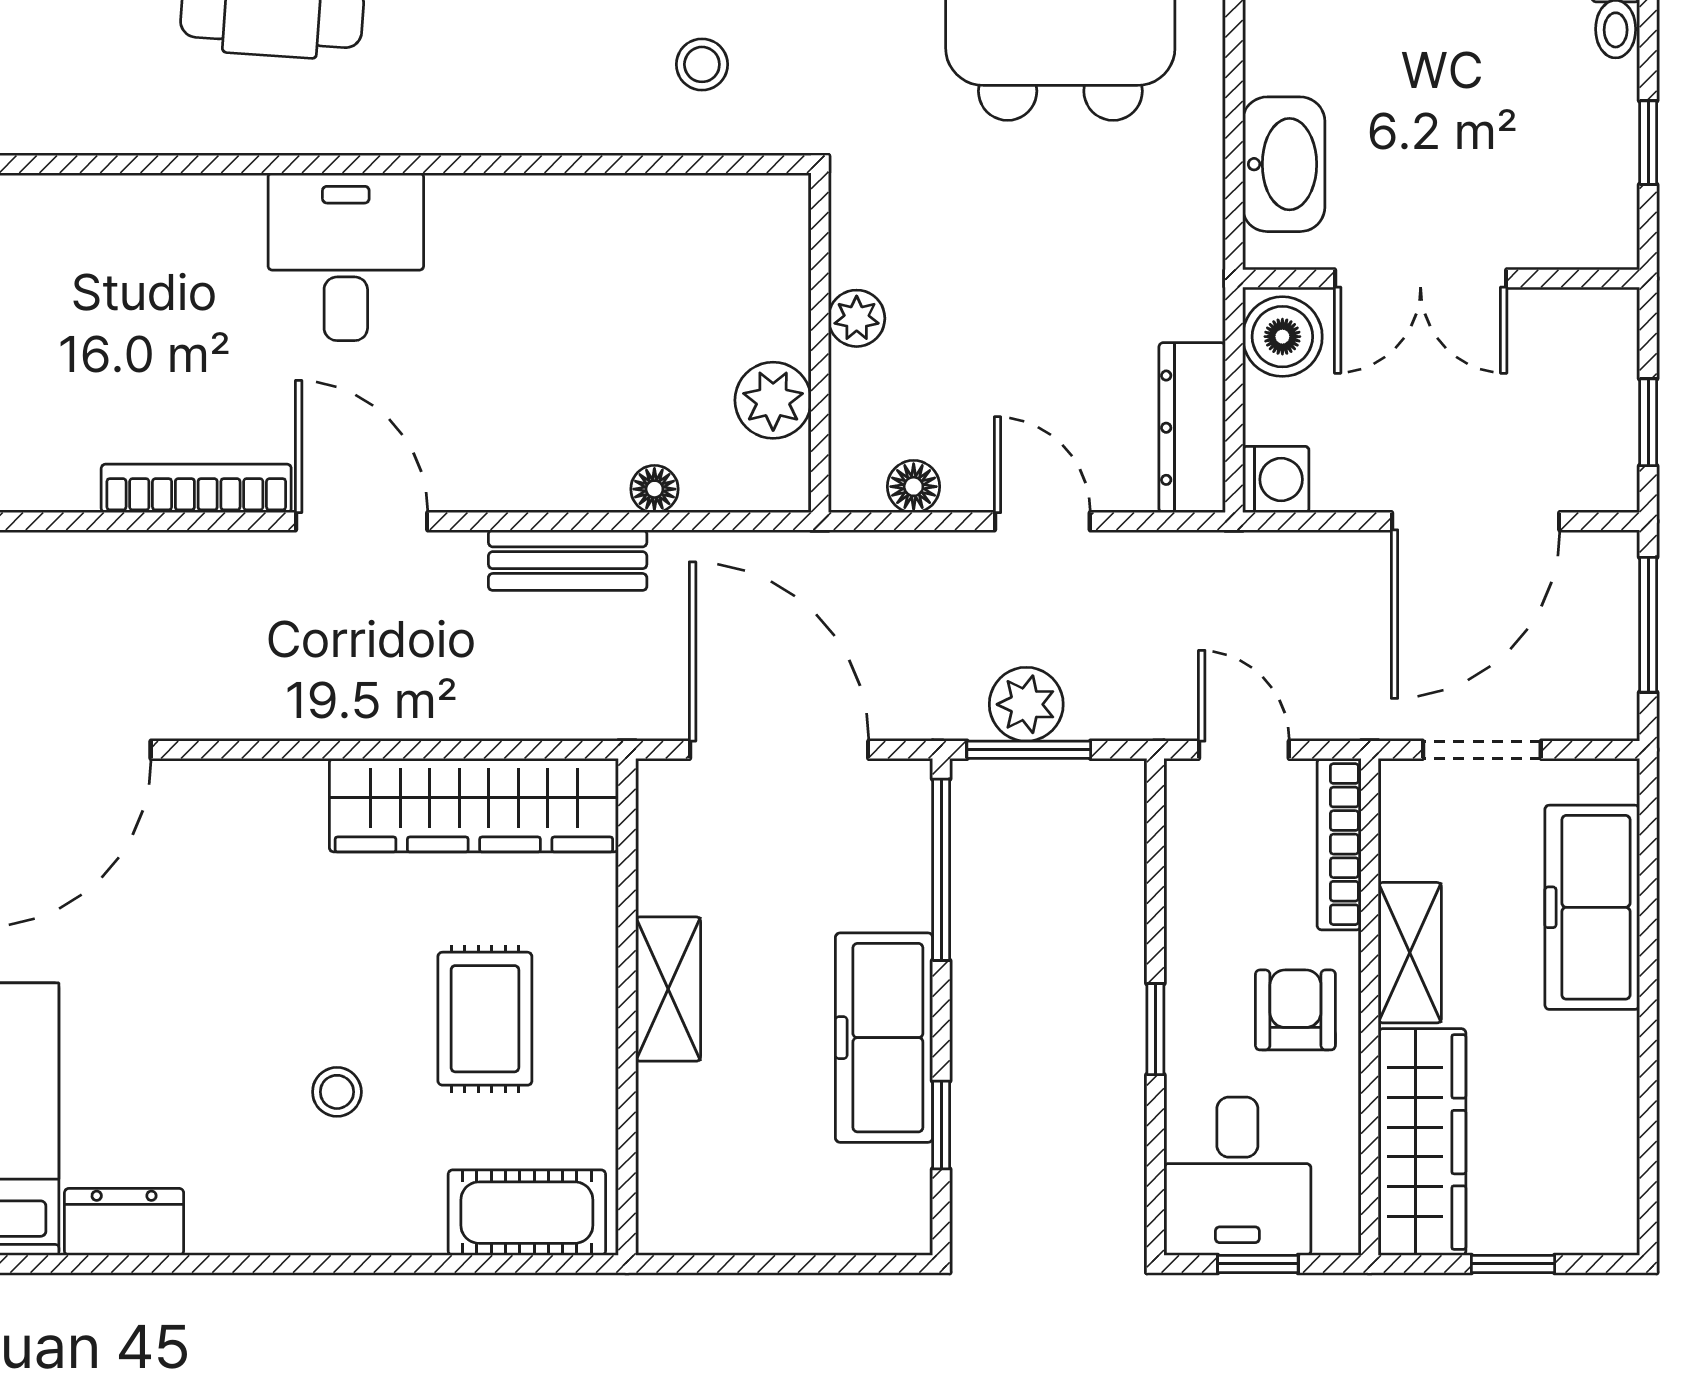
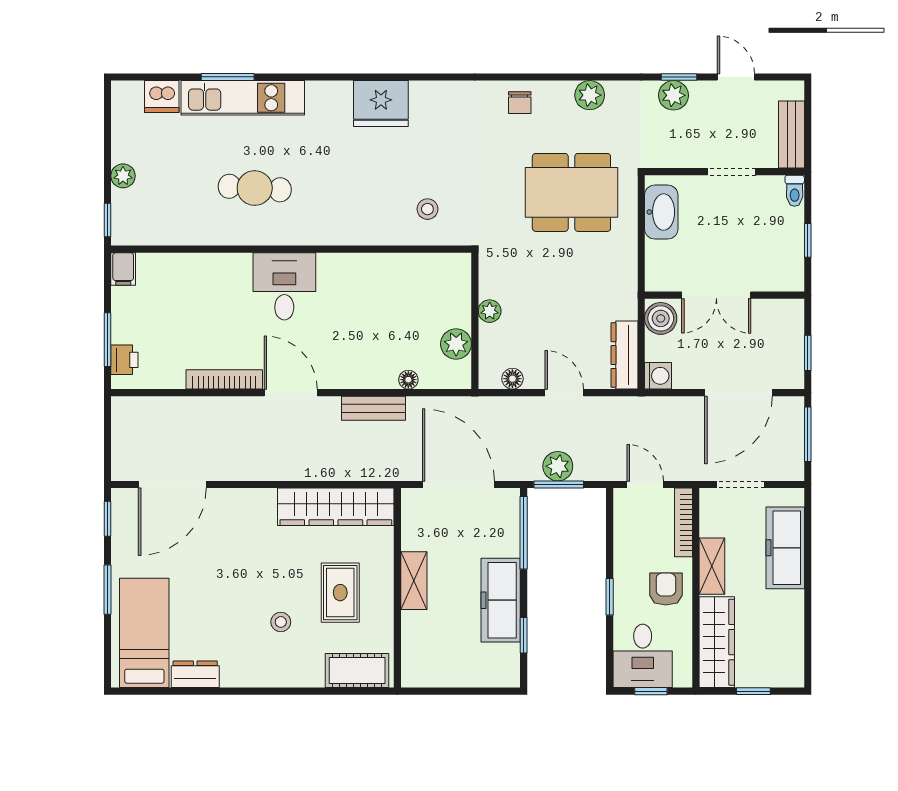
washbasin: (1284, 164) -> (661, 212), moved

